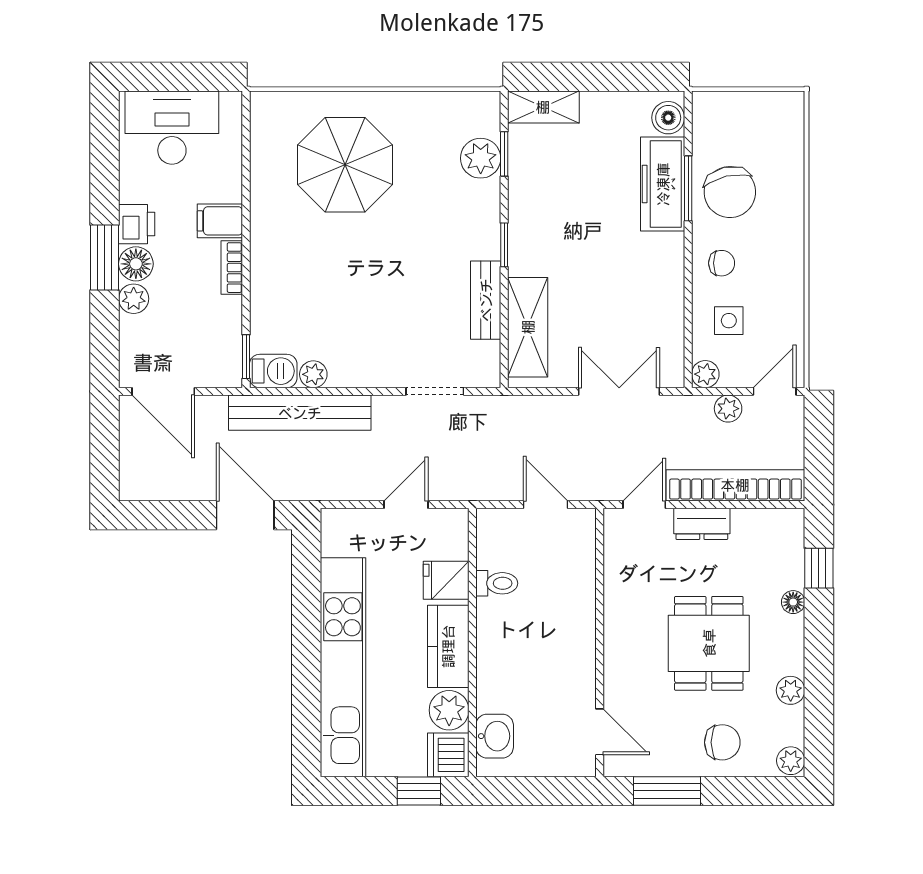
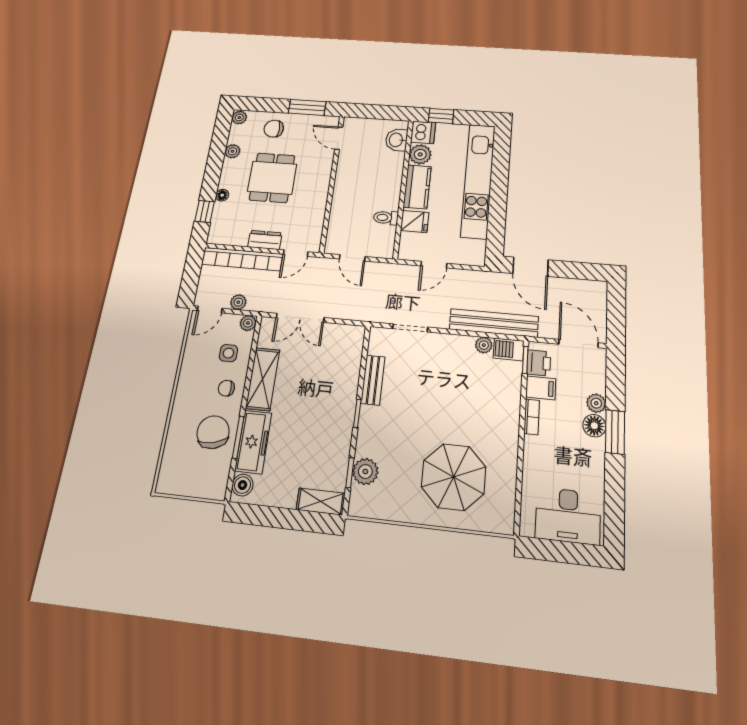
filing cabinet: (220, 221) -> (541, 388), moved
printer: (137, 224) -> (539, 363), moved, turned 180
shelving: (528, 327) -> (263, 379), moved

